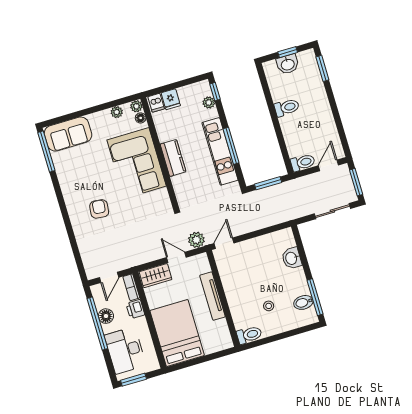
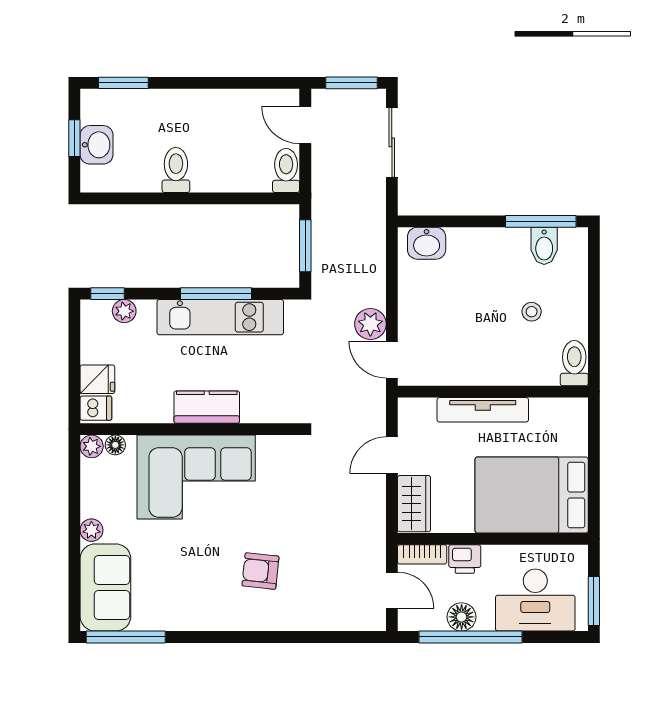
plant: (117, 112) -> (91, 530), moved
plant: (196, 240) -> (370, 324), moved
washbasin: (292, 258) -> (427, 243), moved

